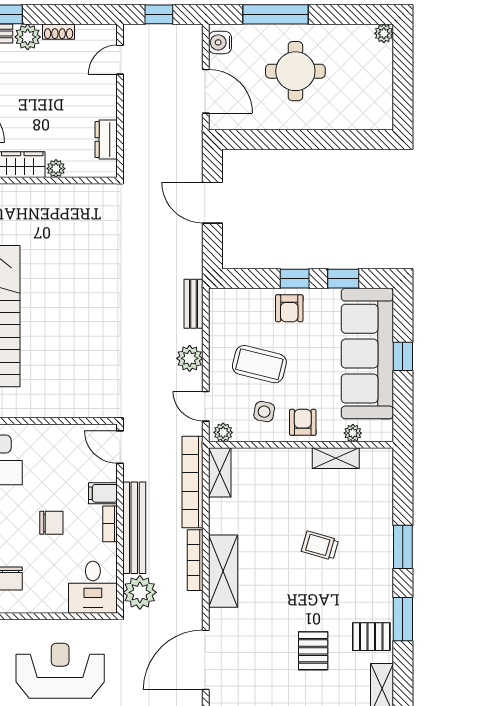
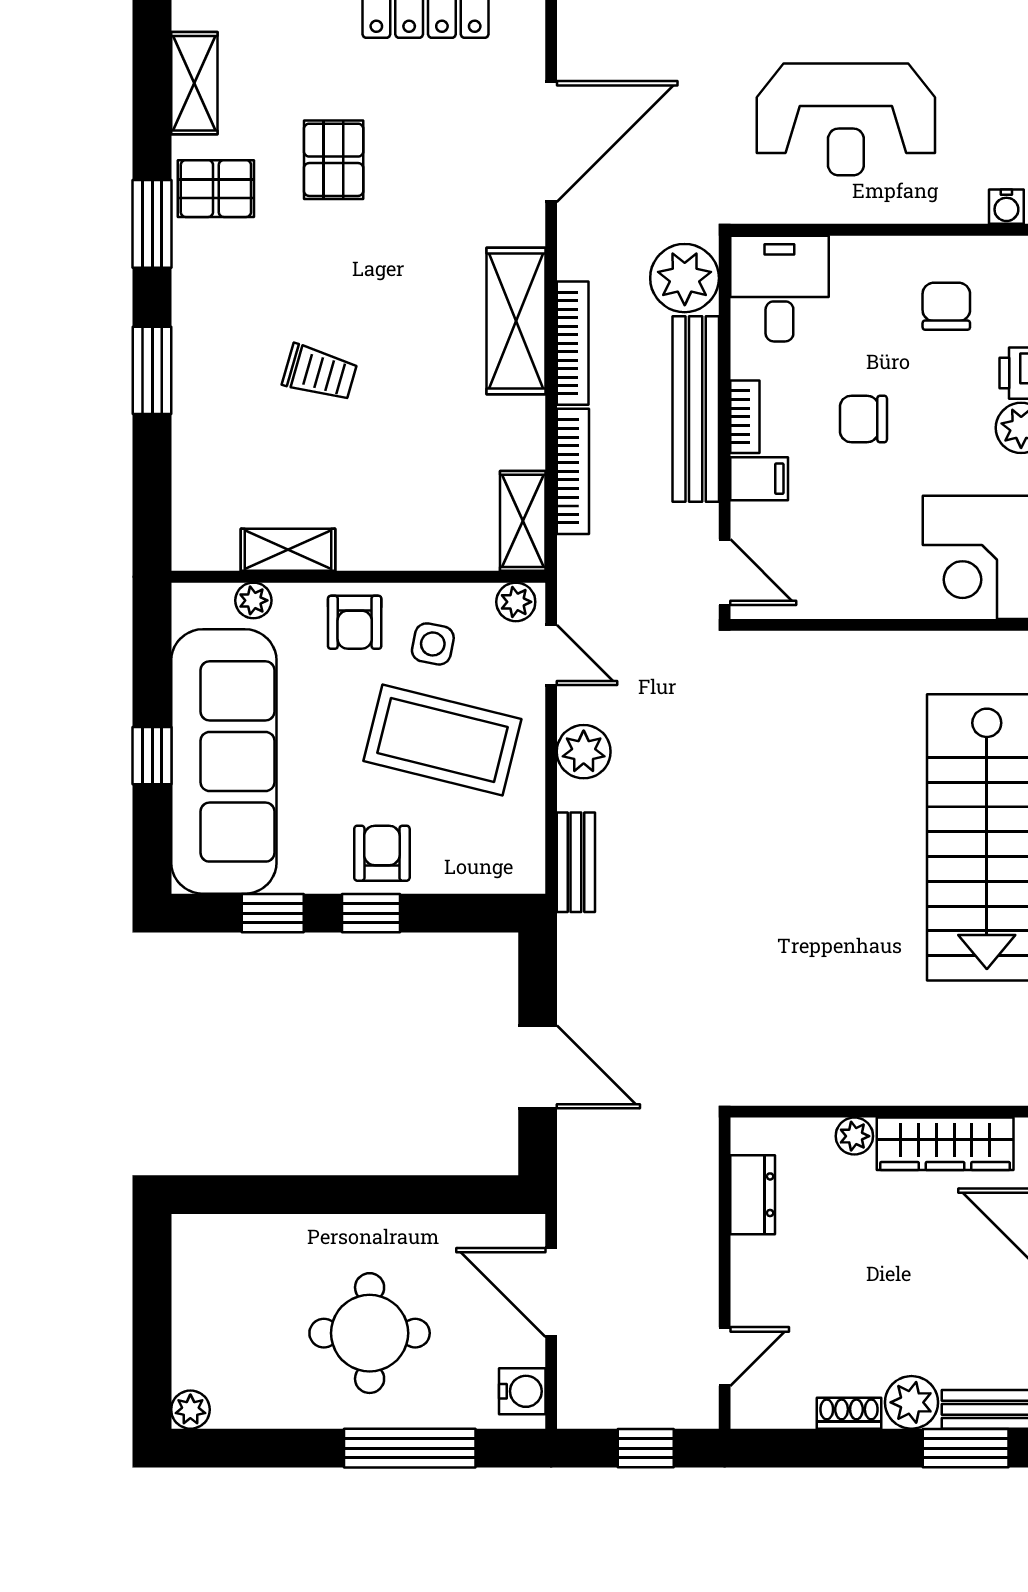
coffee table: (259, 364) -> (442, 740), width x1.36, depth x1.32
bookcase: (192, 482) -> (573, 471), width x0.68, depth x0.76

